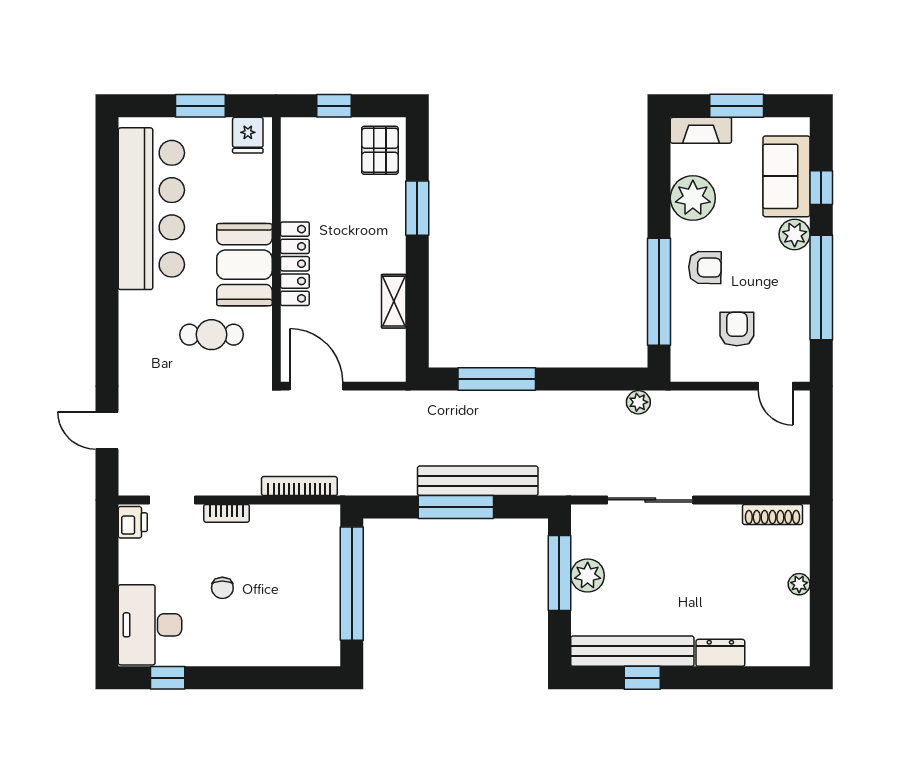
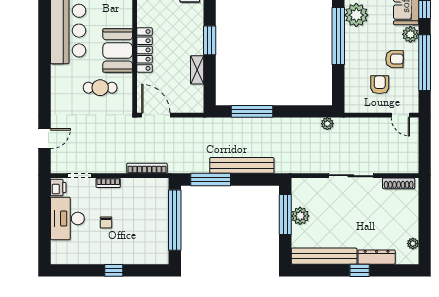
window: (417, 208) -> (210, 40), moved
armchair: (705, 267) -> (394, 59), moved
window: (659, 292) -> (338, 36), moved
door: (107, 430) -> (45, 139), swing flipped
sliding door: (650, 500) -> (351, 176), moved
window: (456, 507) -> (211, 179), moved
plant: (799, 584) -> (413, 244), moved
desk: (150, 625) -> (67, 219), moved
dresser: (720, 653) -> (377, 257), width x1.44
window: (168, 678) -> (114, 270), moved
window: (642, 678) -> (360, 270), moved

